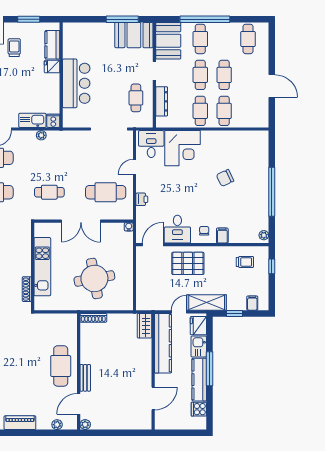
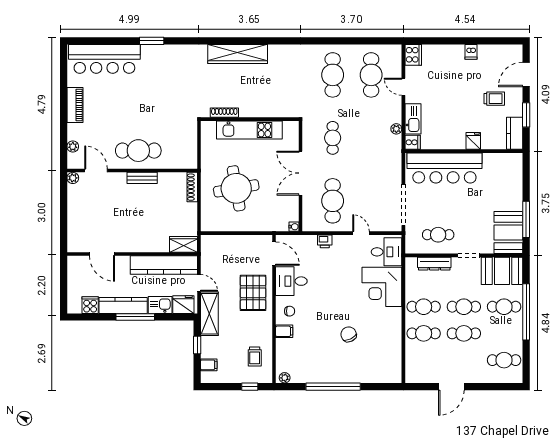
kitchen counter: (52, 45) -> (515, 133), moved, turned -90
bar counter: (76, 83) -> (444, 168), width x1.36
bench: (85, 378) -> (142, 178), moved

